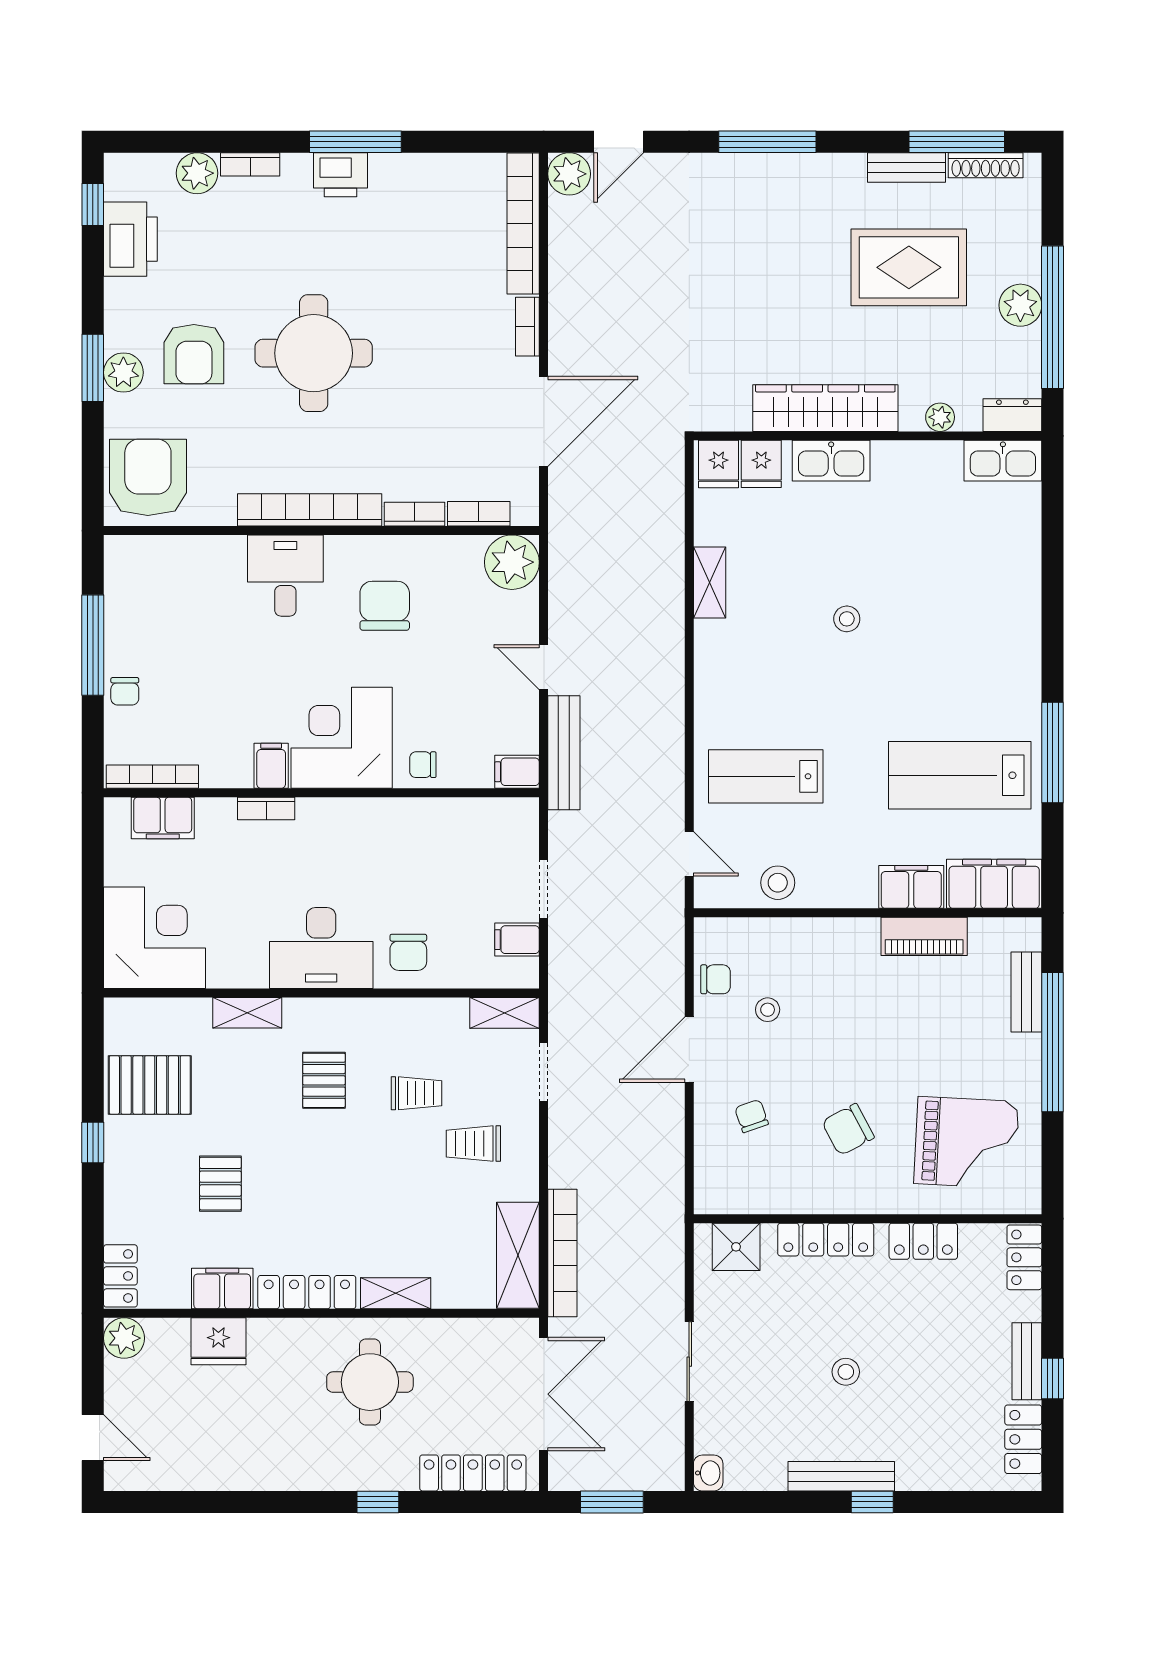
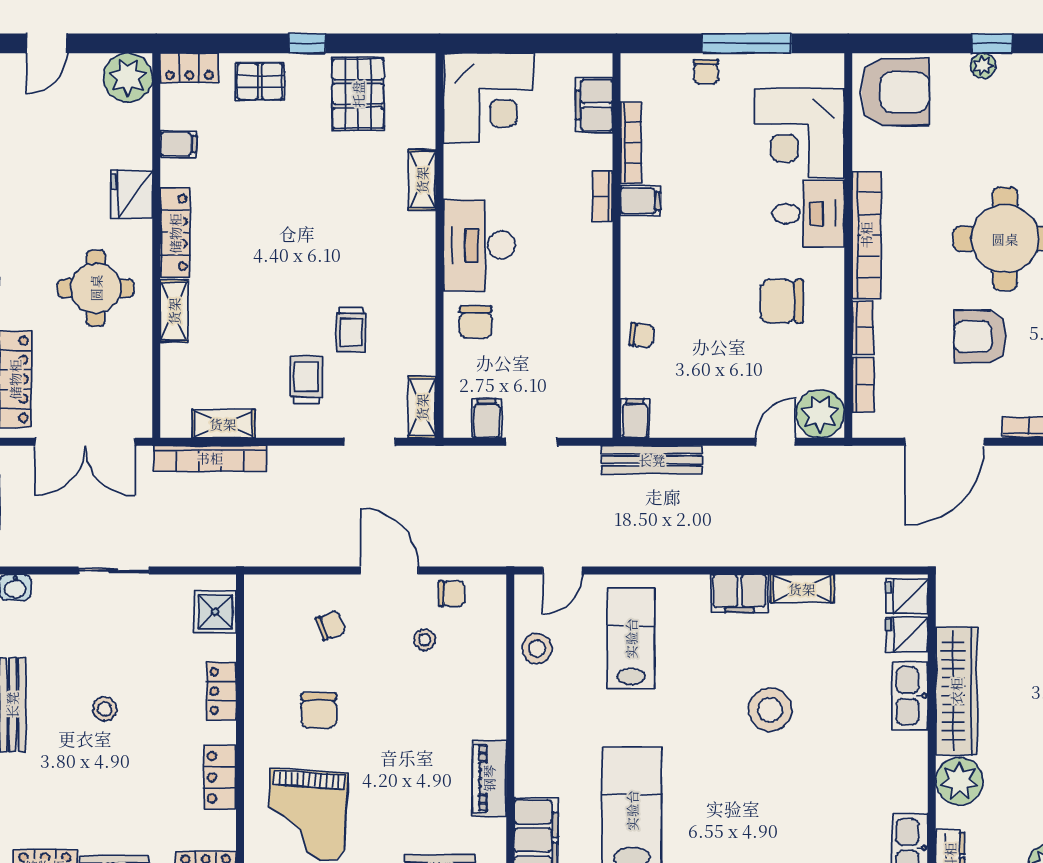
armchair: (194, 354) -> (980, 337), moved
window: (93, 368) -> (992, 43), width x0.67
plant: (123, 373) -> (983, 66), width x0.73, depth x0.73
plant: (940, 417) -> (959, 781), width x1.87, depth x1.87
door: (544, 421) -> (945, 442), hinge flipped
chair: (385, 606) -> (782, 301), turned 180
stool: (847, 619) -> (770, 710), width x1.89, depth x1.89
door: (544, 667) -> (776, 442), moved
chair: (125, 691) -> (706, 72), turned -90
corner desk: (342, 738) -> (800, 133), moved, turned 180
chair: (423, 765) -> (641, 335), turned 96
bookcase: (152, 777) -> (631, 143), moved
filing cabinet: (911, 887) -> (739, 593), moved, turned 90
chair: (408, 952) -> (475, 322), turned -90
chair: (715, 979) -> (452, 594), turned -90
pallet: (324, 1080) -> (362, 248), removed
chair: (848, 1130) -> (319, 711), turned -152
pallet: (220, 1184) -> (260, 81), moved
locker: (826, 1240) -> (222, 691), width x0.66
shelving: (518, 1255) -> (223, 424), width x0.67, depth x0.75
filing cabinet: (222, 1289) -> (178, 144), width x0.50
plant: (124, 1338) -> (128, 78), width x1.36, depth x1.36
fridge: (218, 1341) -> (132, 194), moved

